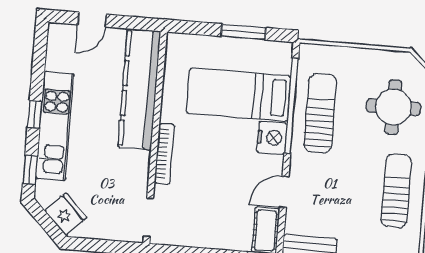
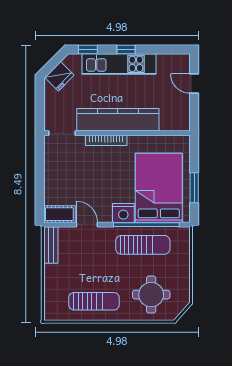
kitchen counter: (139, 89) -> (118, 120), moved
bed: (239, 95) -> (159, 188), width x1.50

